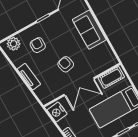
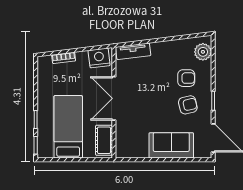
armchair: (66, 64) -> (188, 105), moved
tv unit: (29, 77) -> (133, 51), moved

